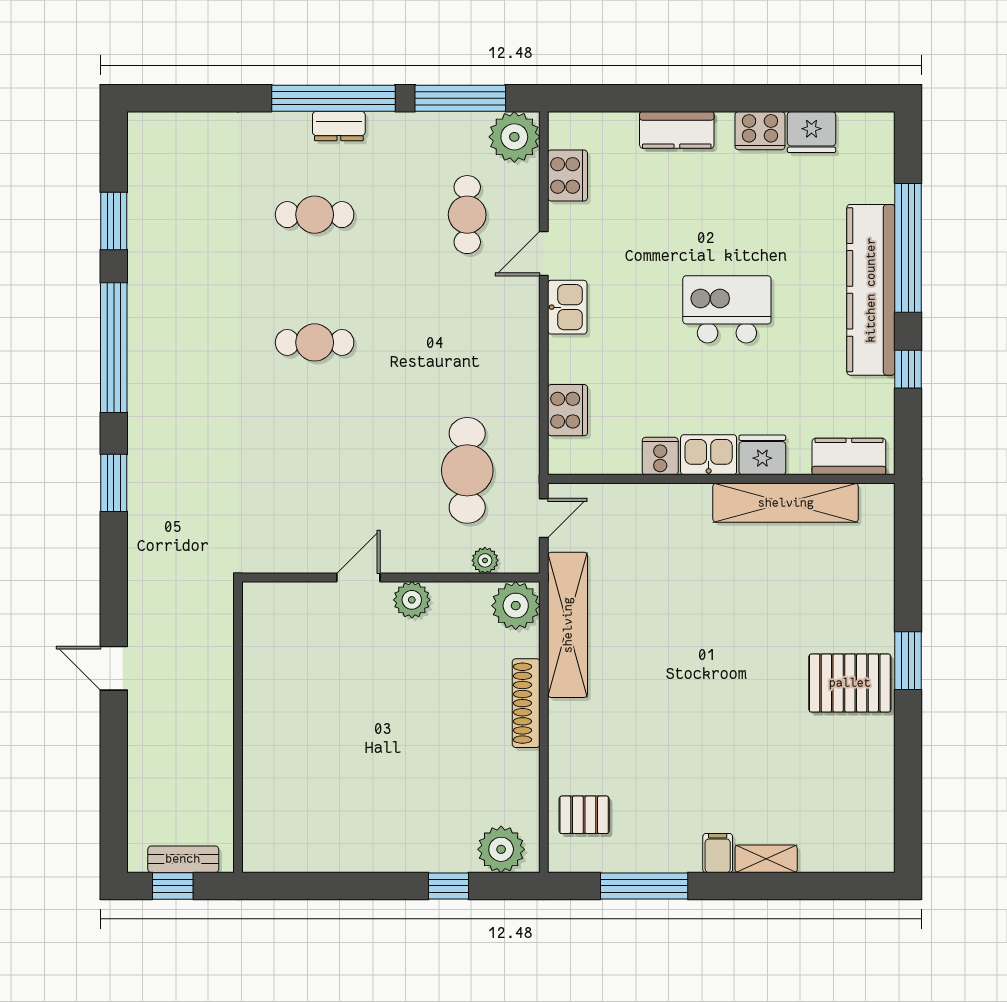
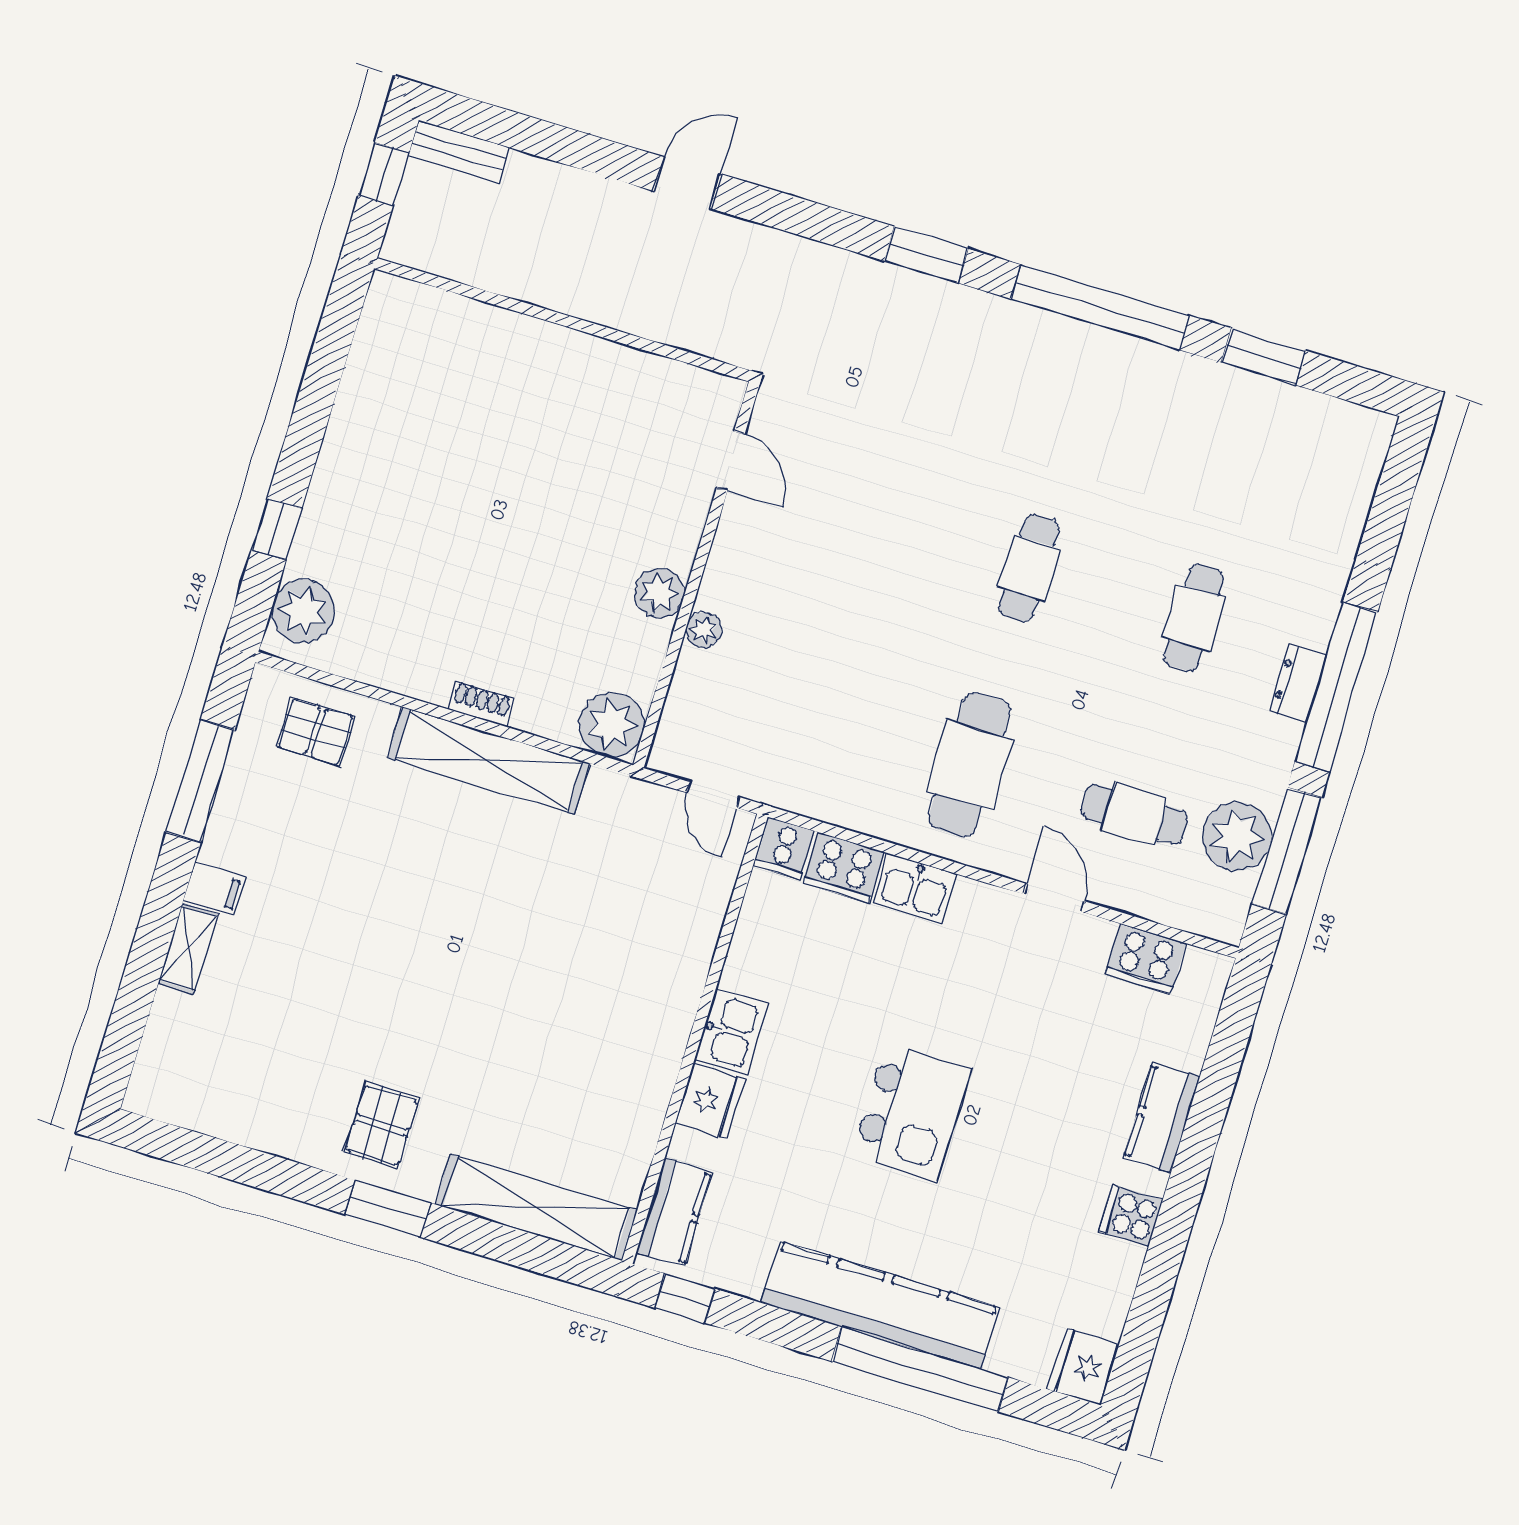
cooker: (760, 131) -> (1131, 1216), width x0.73
fridge: (812, 132) -> (1083, 1366), moved
plant: (514, 137) -> (1237, 836), moved
kitchen sink: (567, 307) -> (915, 889), moved
window: (908, 369) -> (685, 1298), moved
cooker: (660, 456) -> (784, 848), moved, turned 90
cafe table: (467, 470) -> (969, 765), moved, turned 90
shelving: (786, 503) -> (536, 1207), moved, turned 90
plant: (485, 560) -> (704, 630), moved
door: (358, 578) -> (731, 461), moved
shelving: (568, 625) -> (489, 760), moved
pallet: (850, 683) -> (382, 1125), width x0.67, depth x0.71
shoe rack: (526, 703) -> (481, 704), width x0.51, depth x0.81
pallet: (584, 815) -> (316, 732), turned 90
bench: (183, 859) -> (459, 151), moved, turned 90

